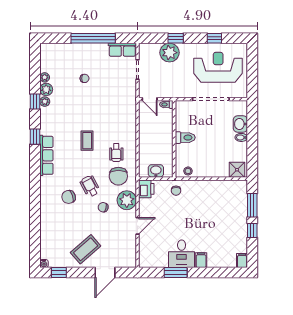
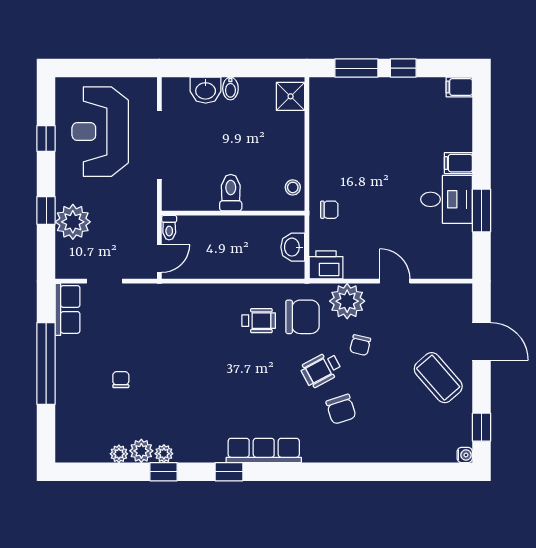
coffee table: (87, 141) -> (236, 375), removed

